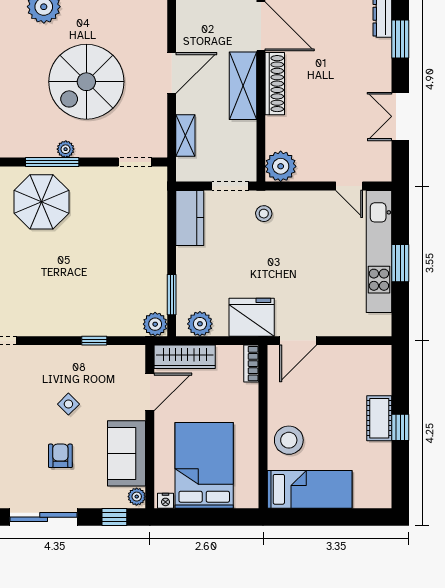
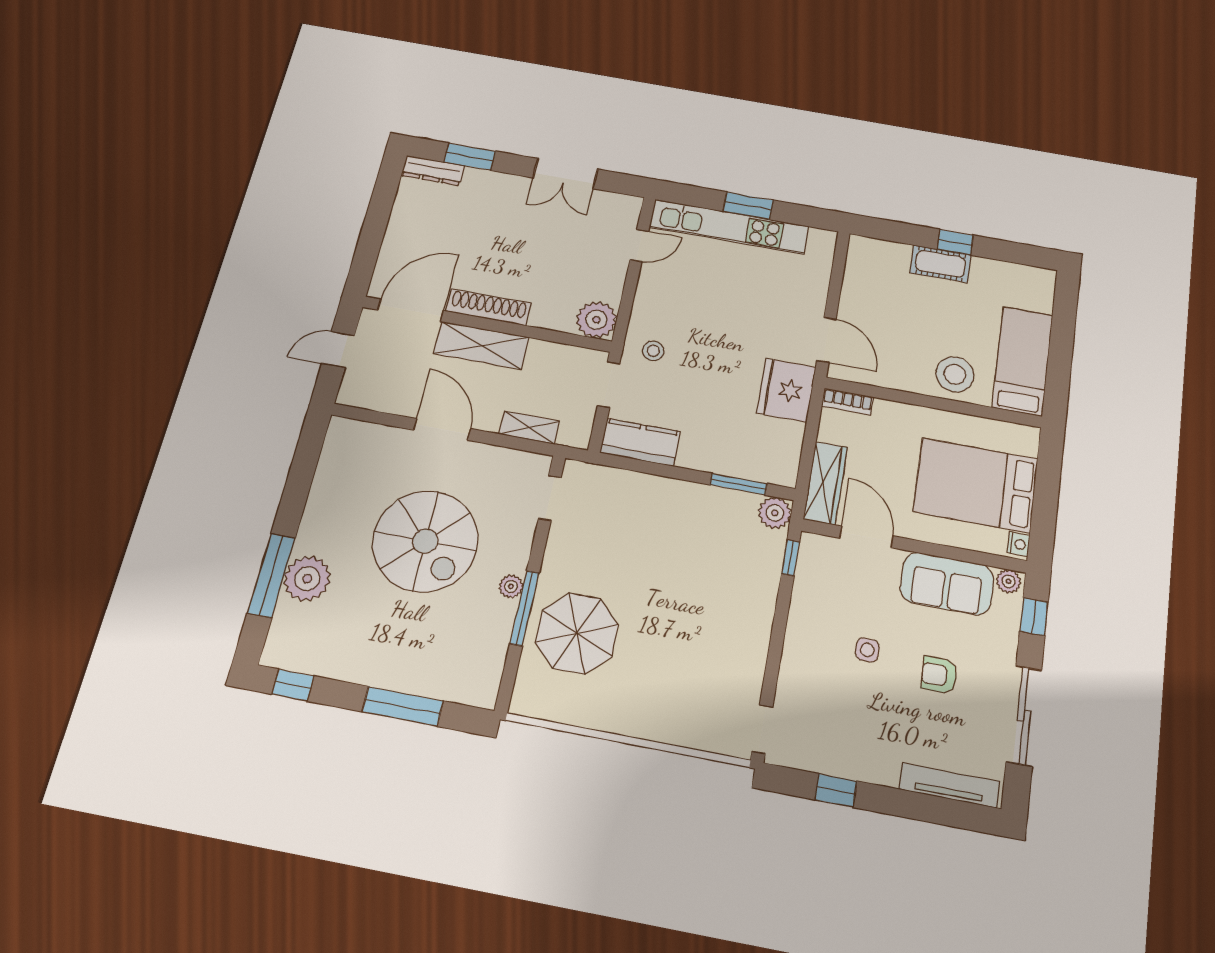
plant: (200, 324) -> (784, 456), removed
window: (94, 341) -> (791, 558), moved
side table: (68, 404) -> (867, 650), turned 45

